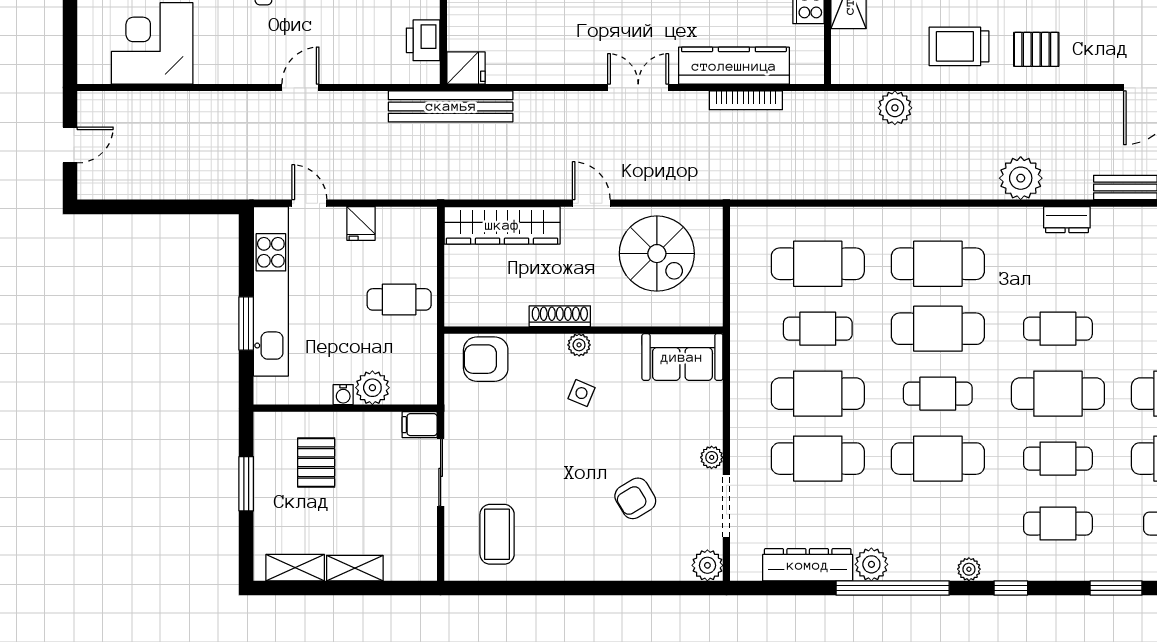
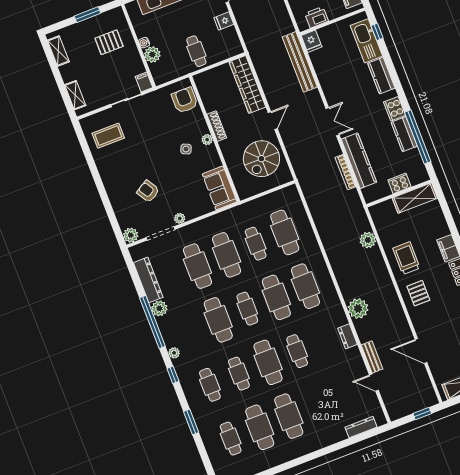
bench: (451, 106) -> (300, 62), moved
shelving: (355, 568) -> (75, 95), moved

